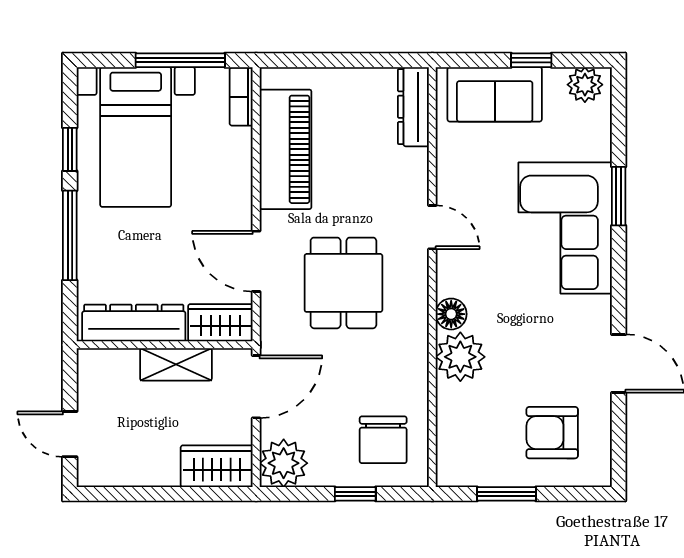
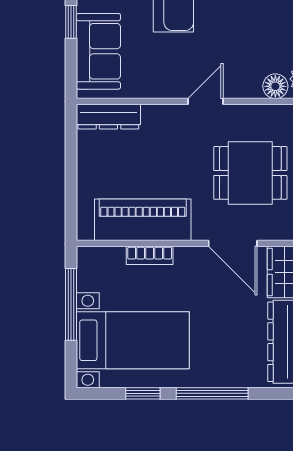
bookcase: (241, 97) -> (150, 255), moved
door: (256, 261) -> (233, 243), hinge flipped

